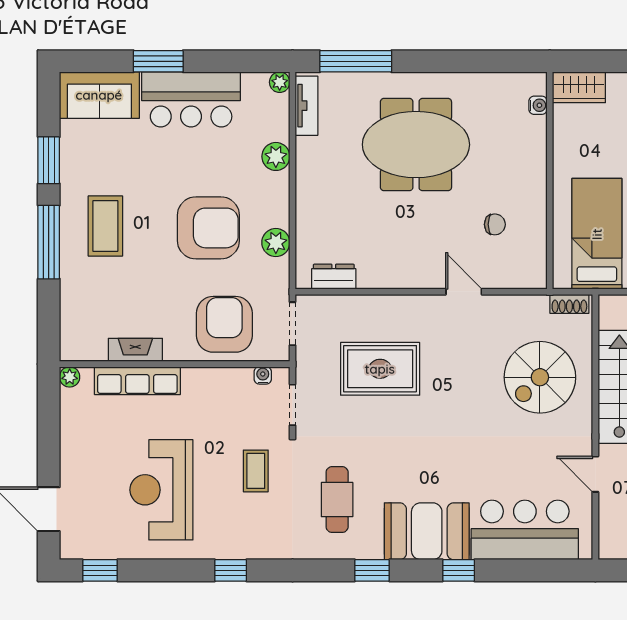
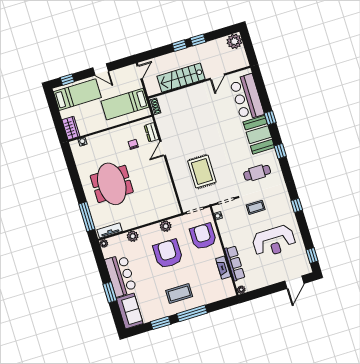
dresser: (334, 277) -> (151, 132), moved
armchair: (224, 324) -> (203, 236), turned 90
spiral stairs: (540, 377) -> (187, 109), removed

